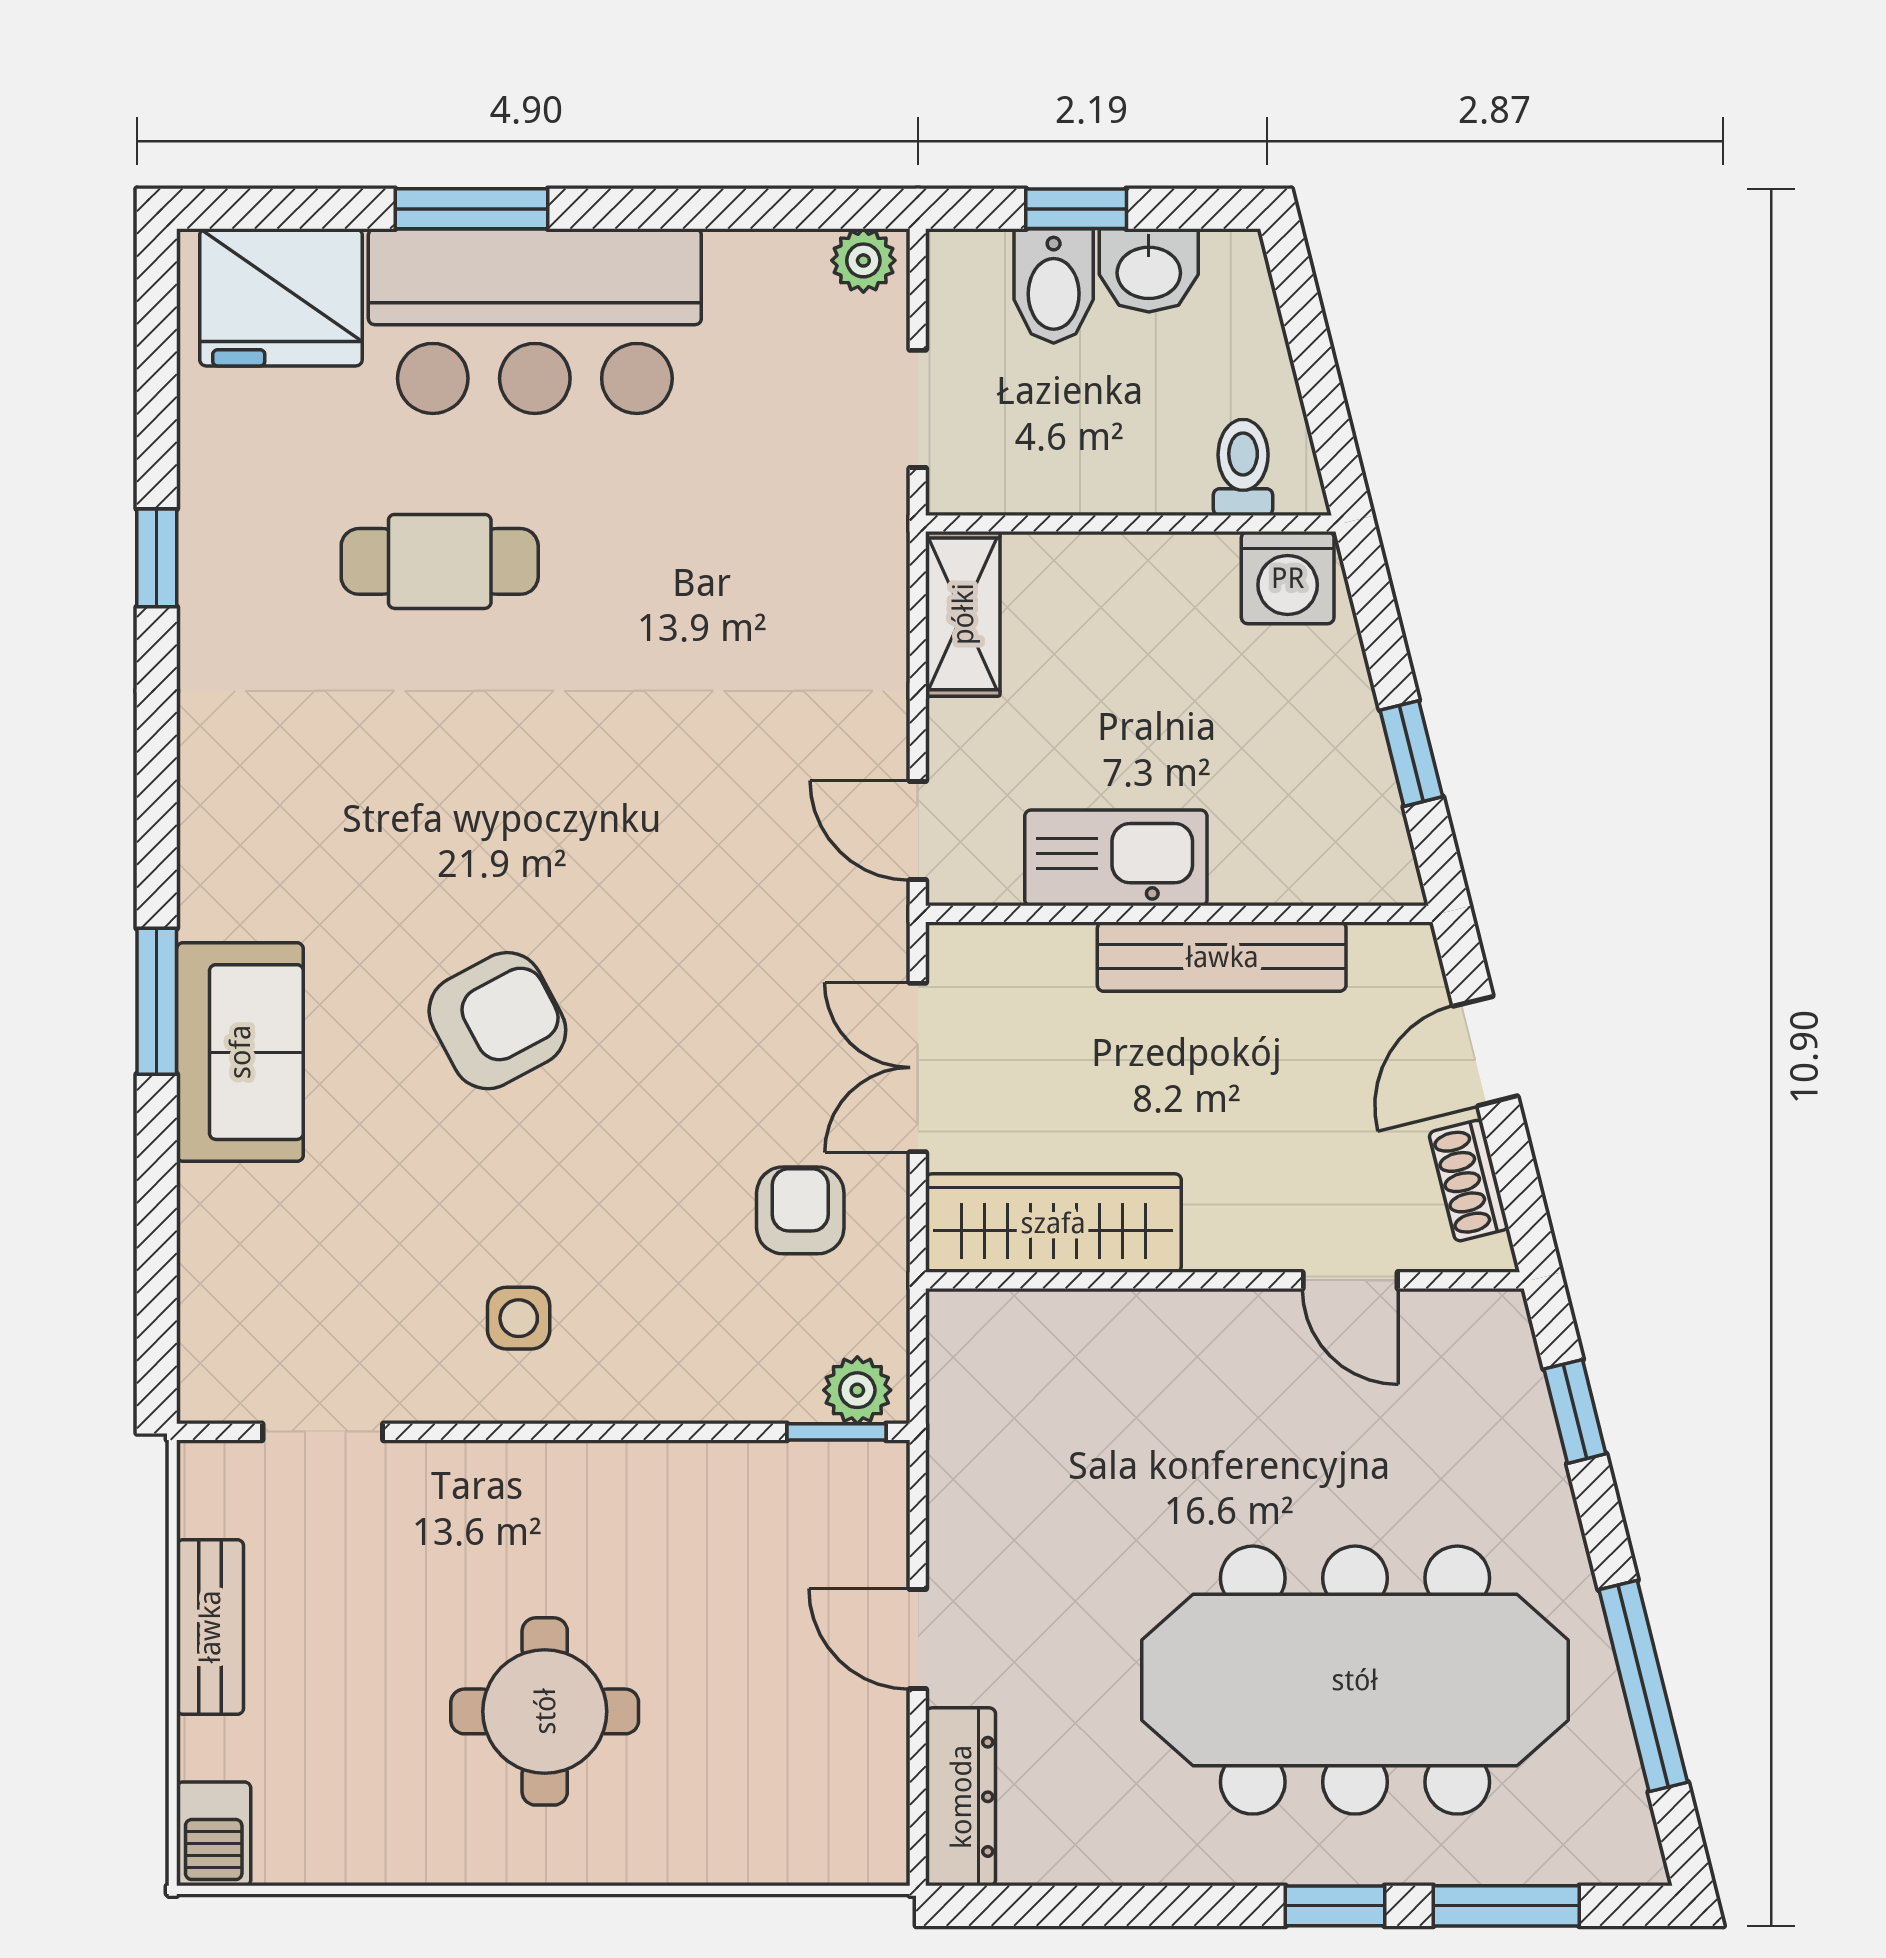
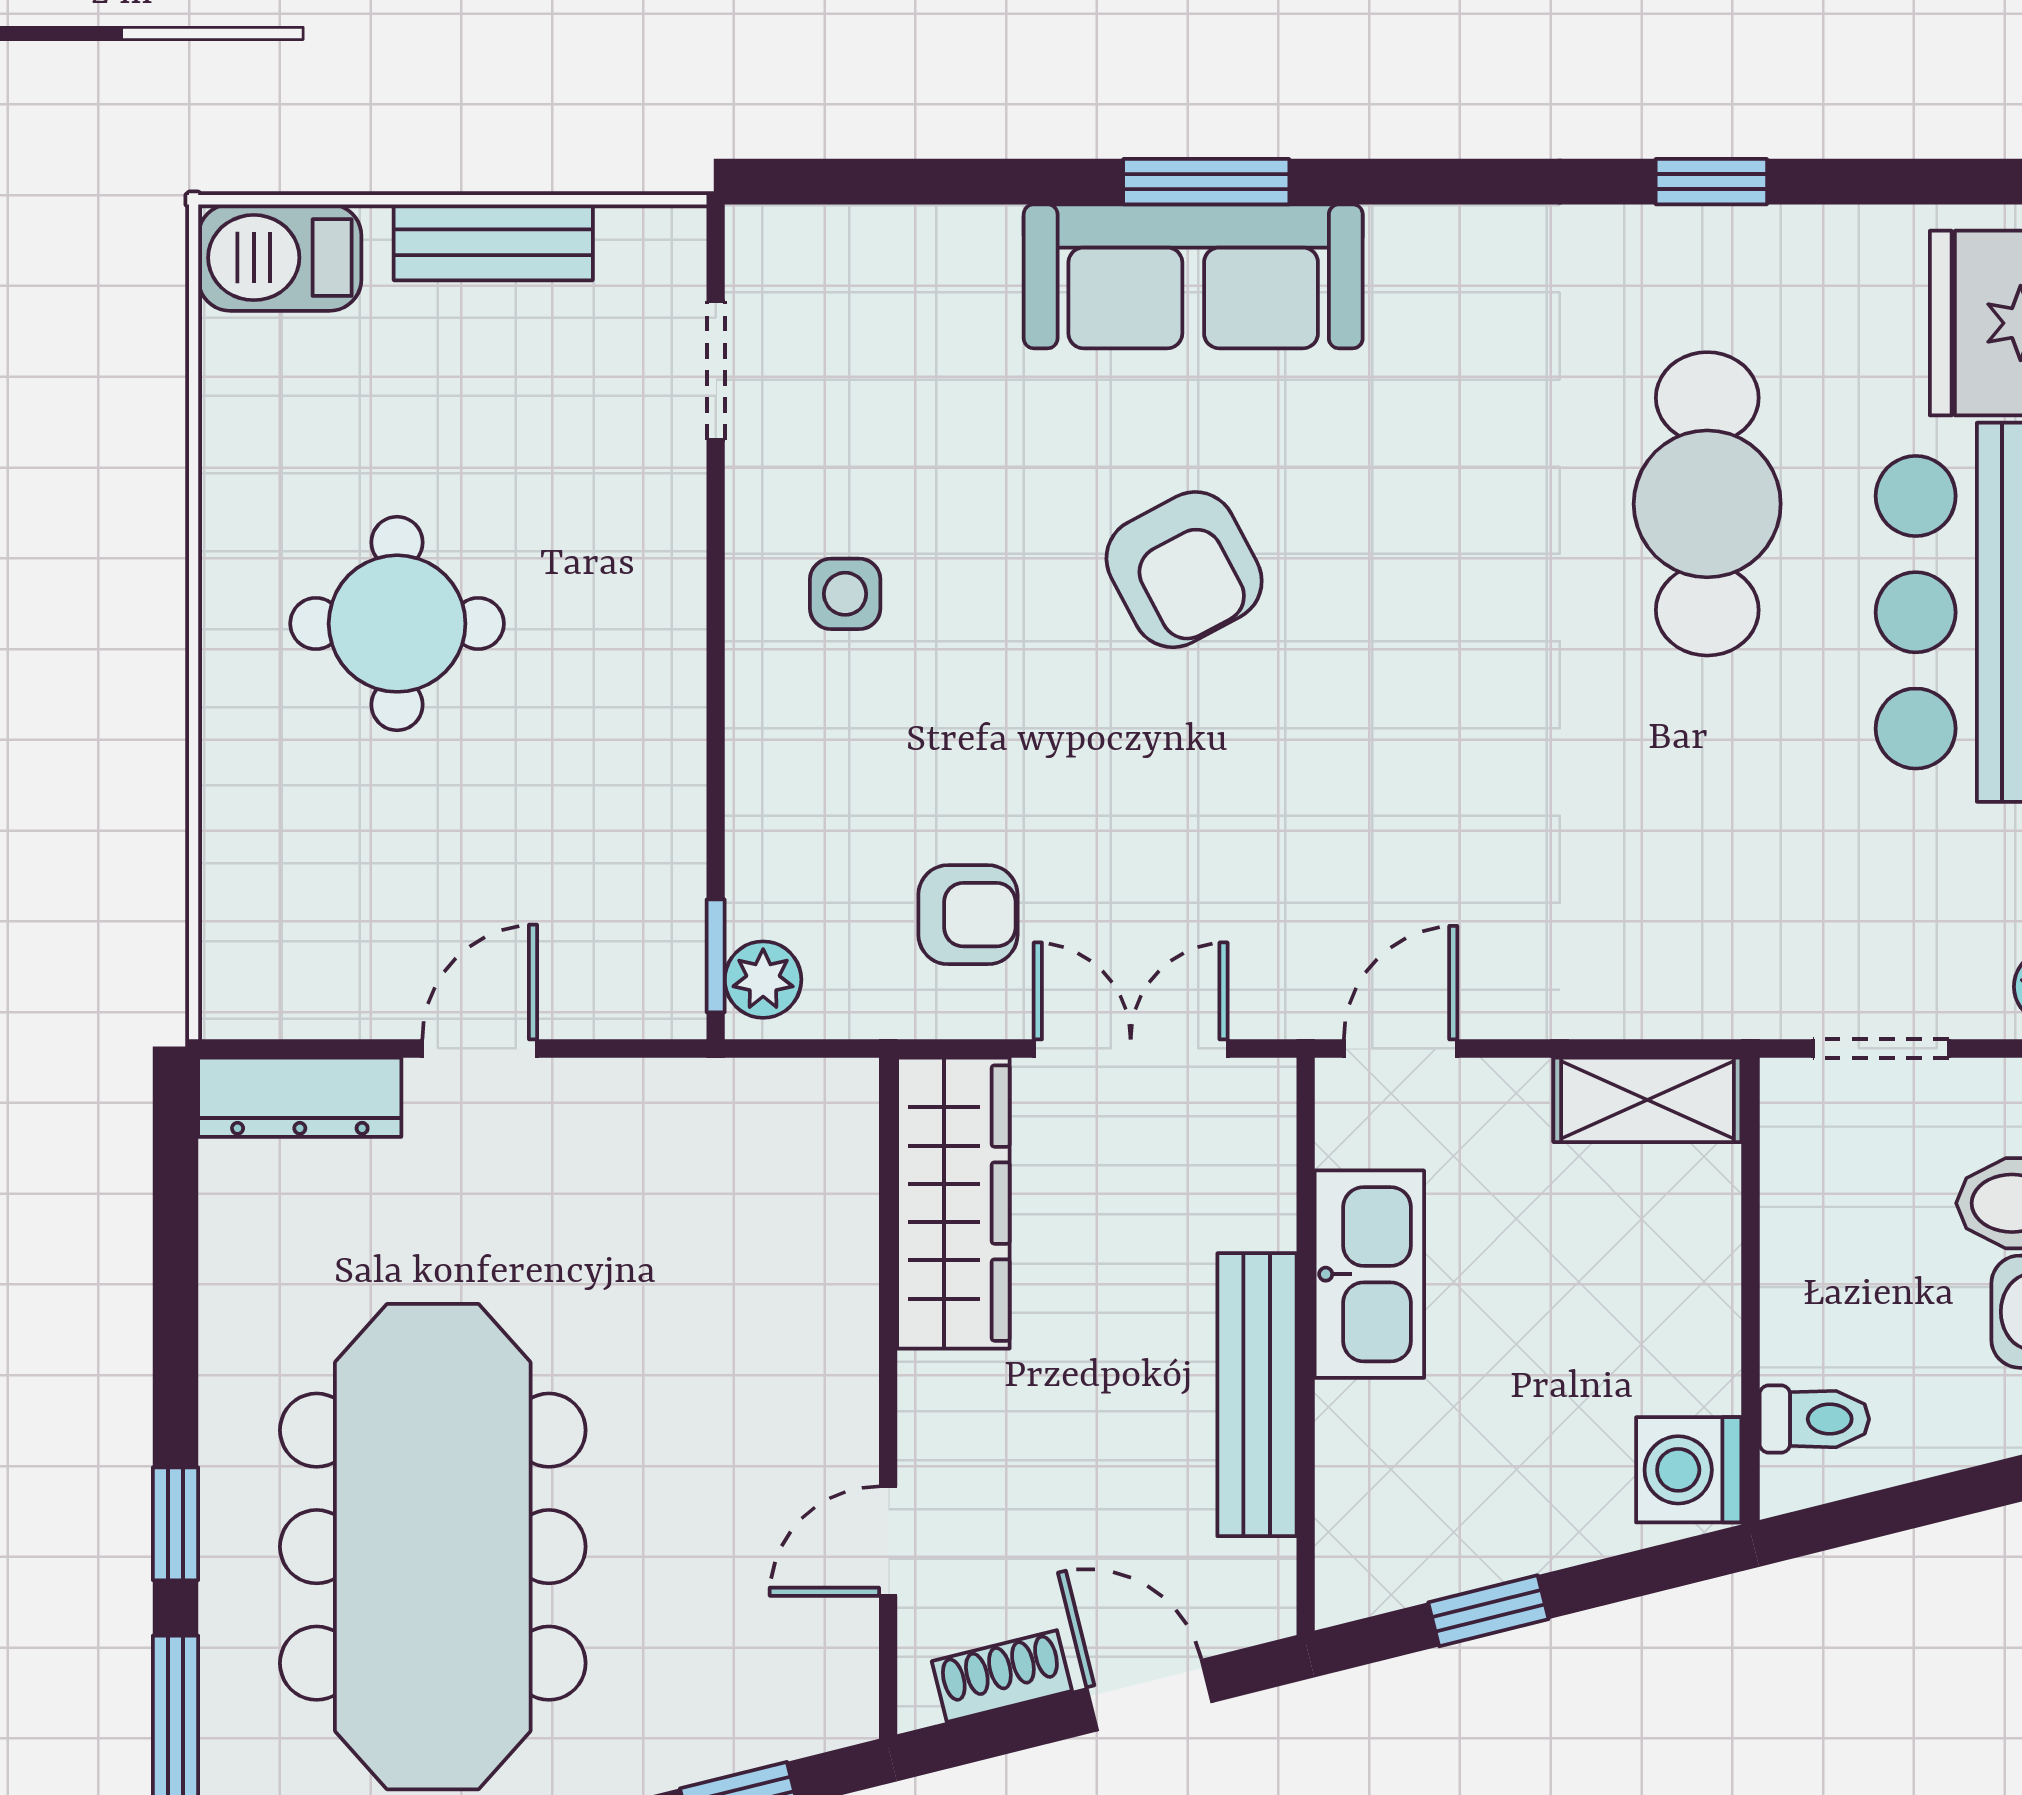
cafe table: (440, 561) -> (1707, 504), width x1.37, depth x1.35
sofa: (240, 1052) -> (1193, 276), width x1.36
barbecue: (214, 1834) -> (280, 258), width x1.38, depth x1.27

